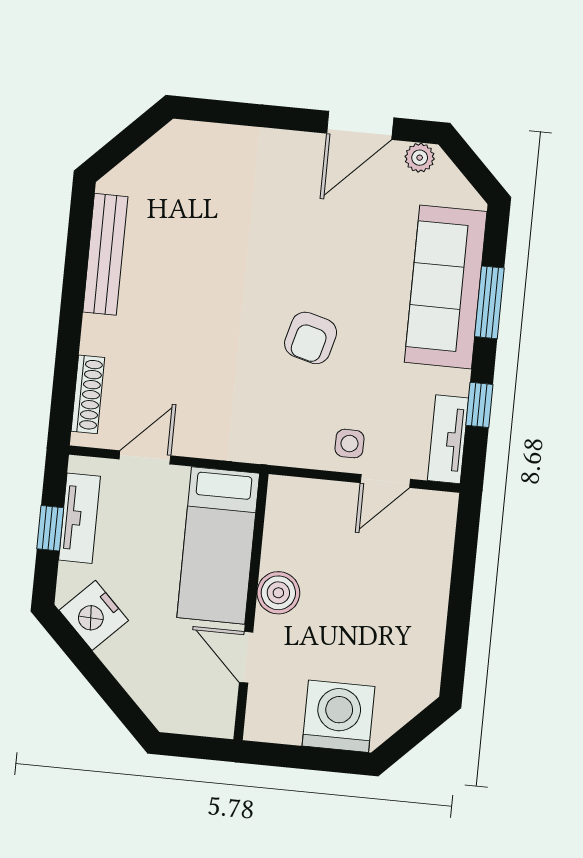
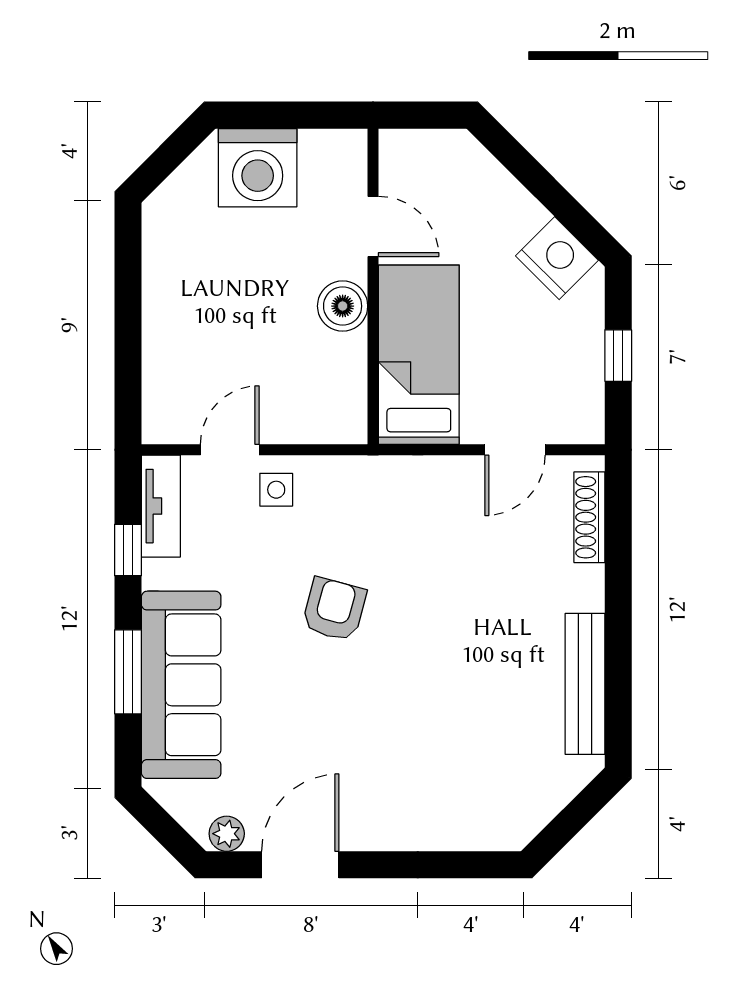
tv unit: (79, 518) -> (585, 371), removed

